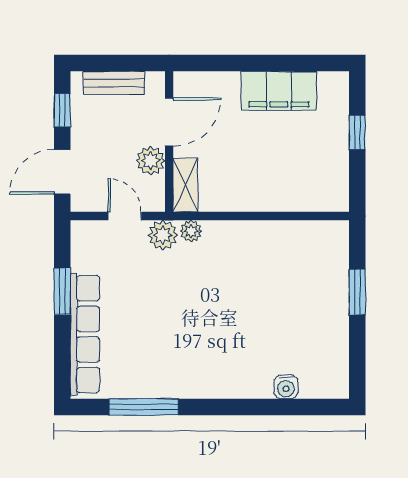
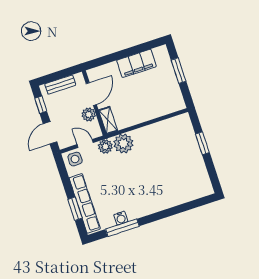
window: (357, 132) -> (179, 71), width x1.50
plant: (191, 231) -> (123, 143), width x1.88, depth x1.88
side table: (95, 240) -> (75, 159), added
window: (62, 291) -> (75, 209), moved
water cooler: (286, 387) -> (121, 218), moved

